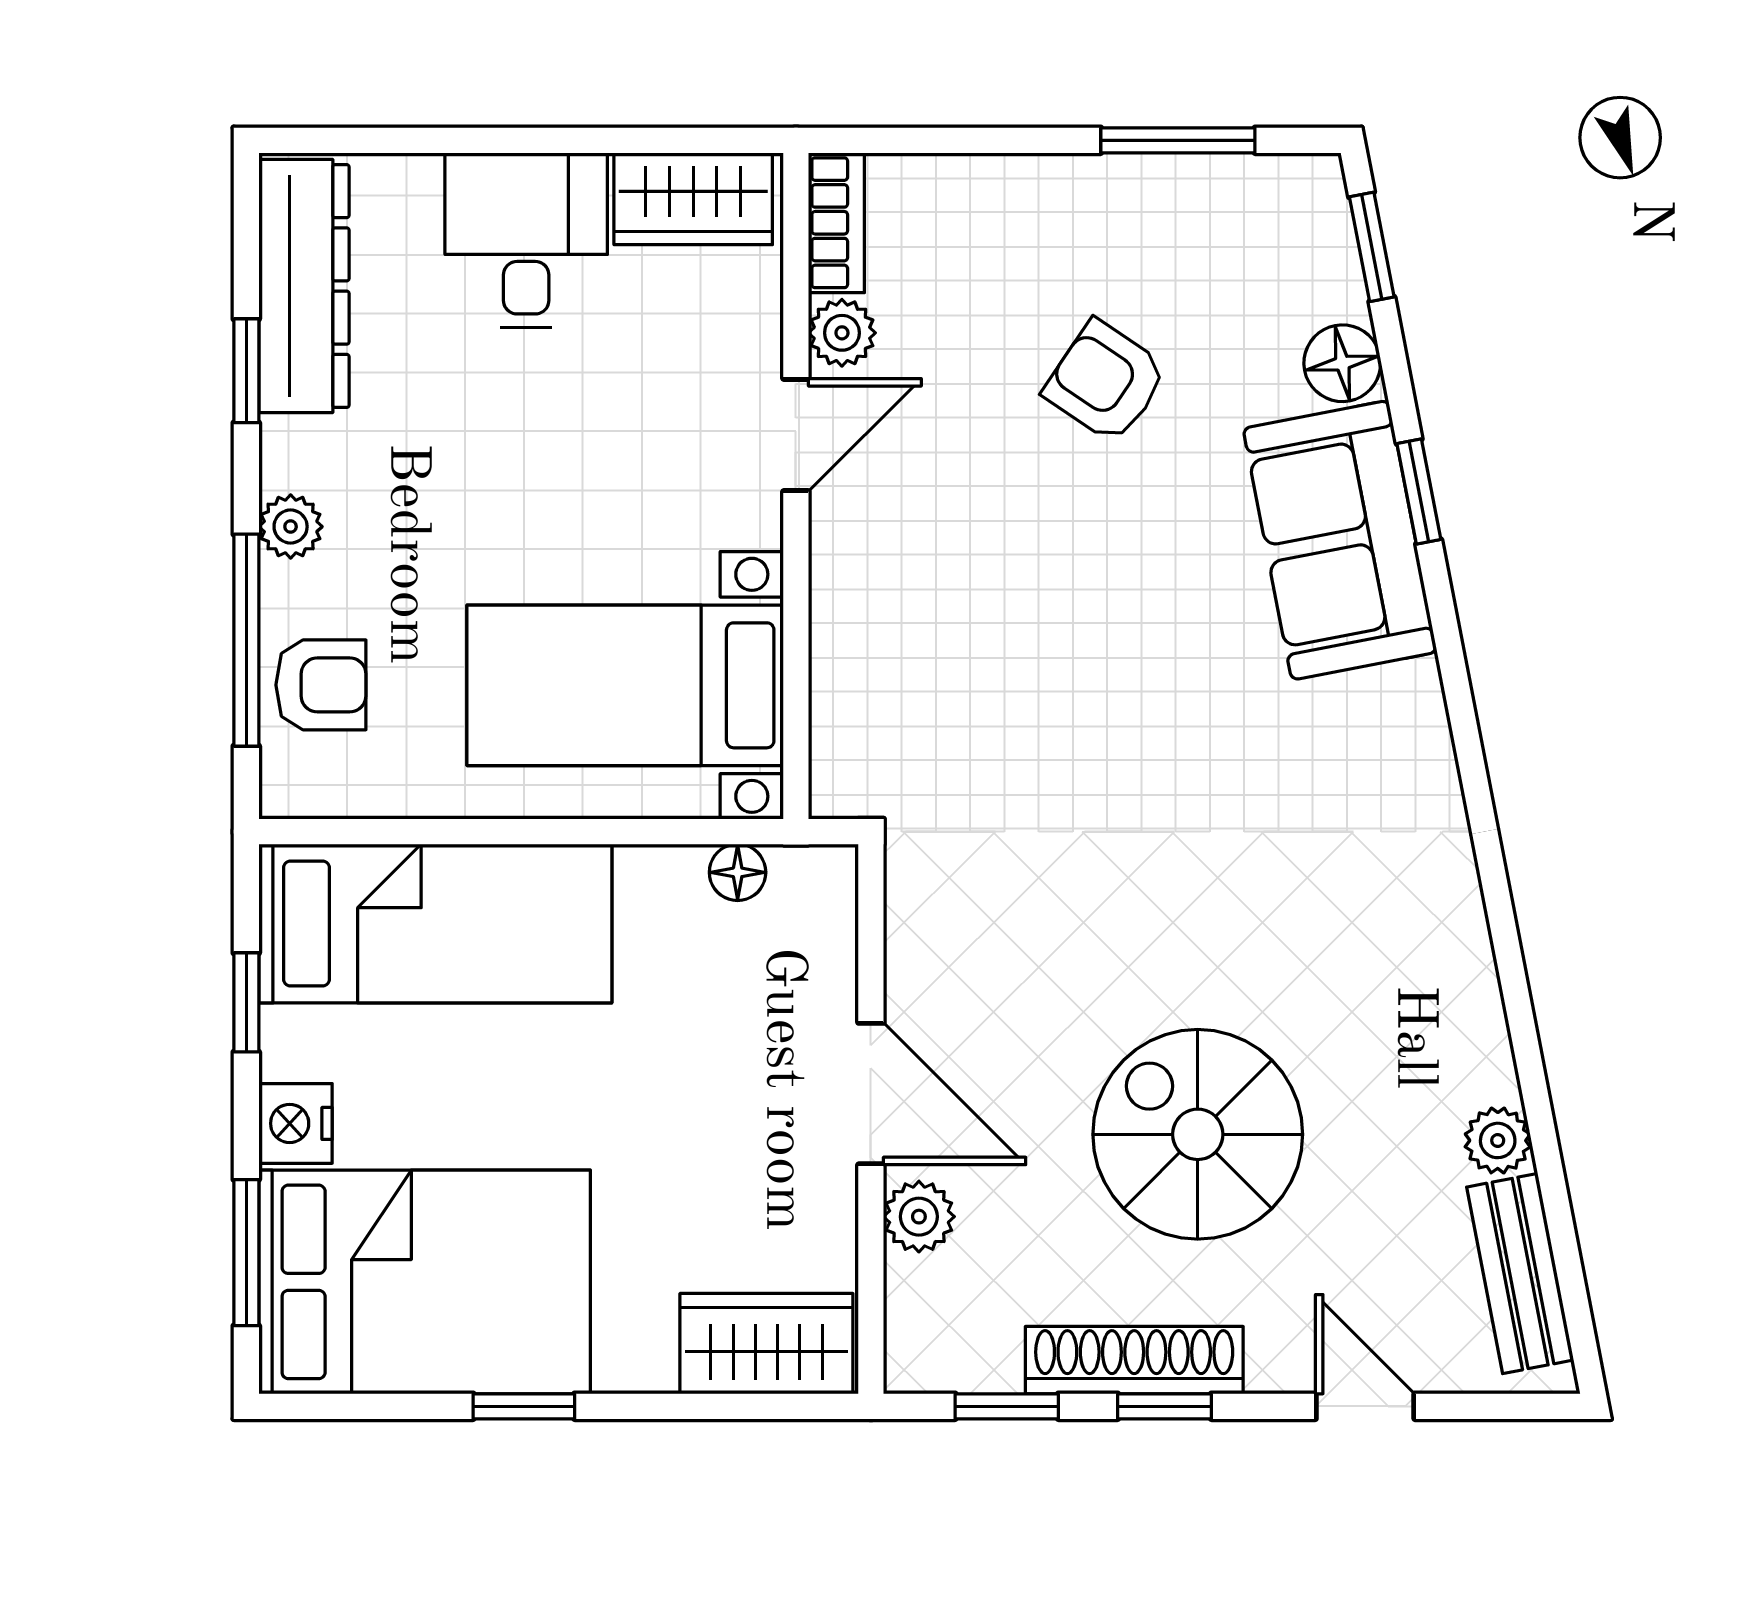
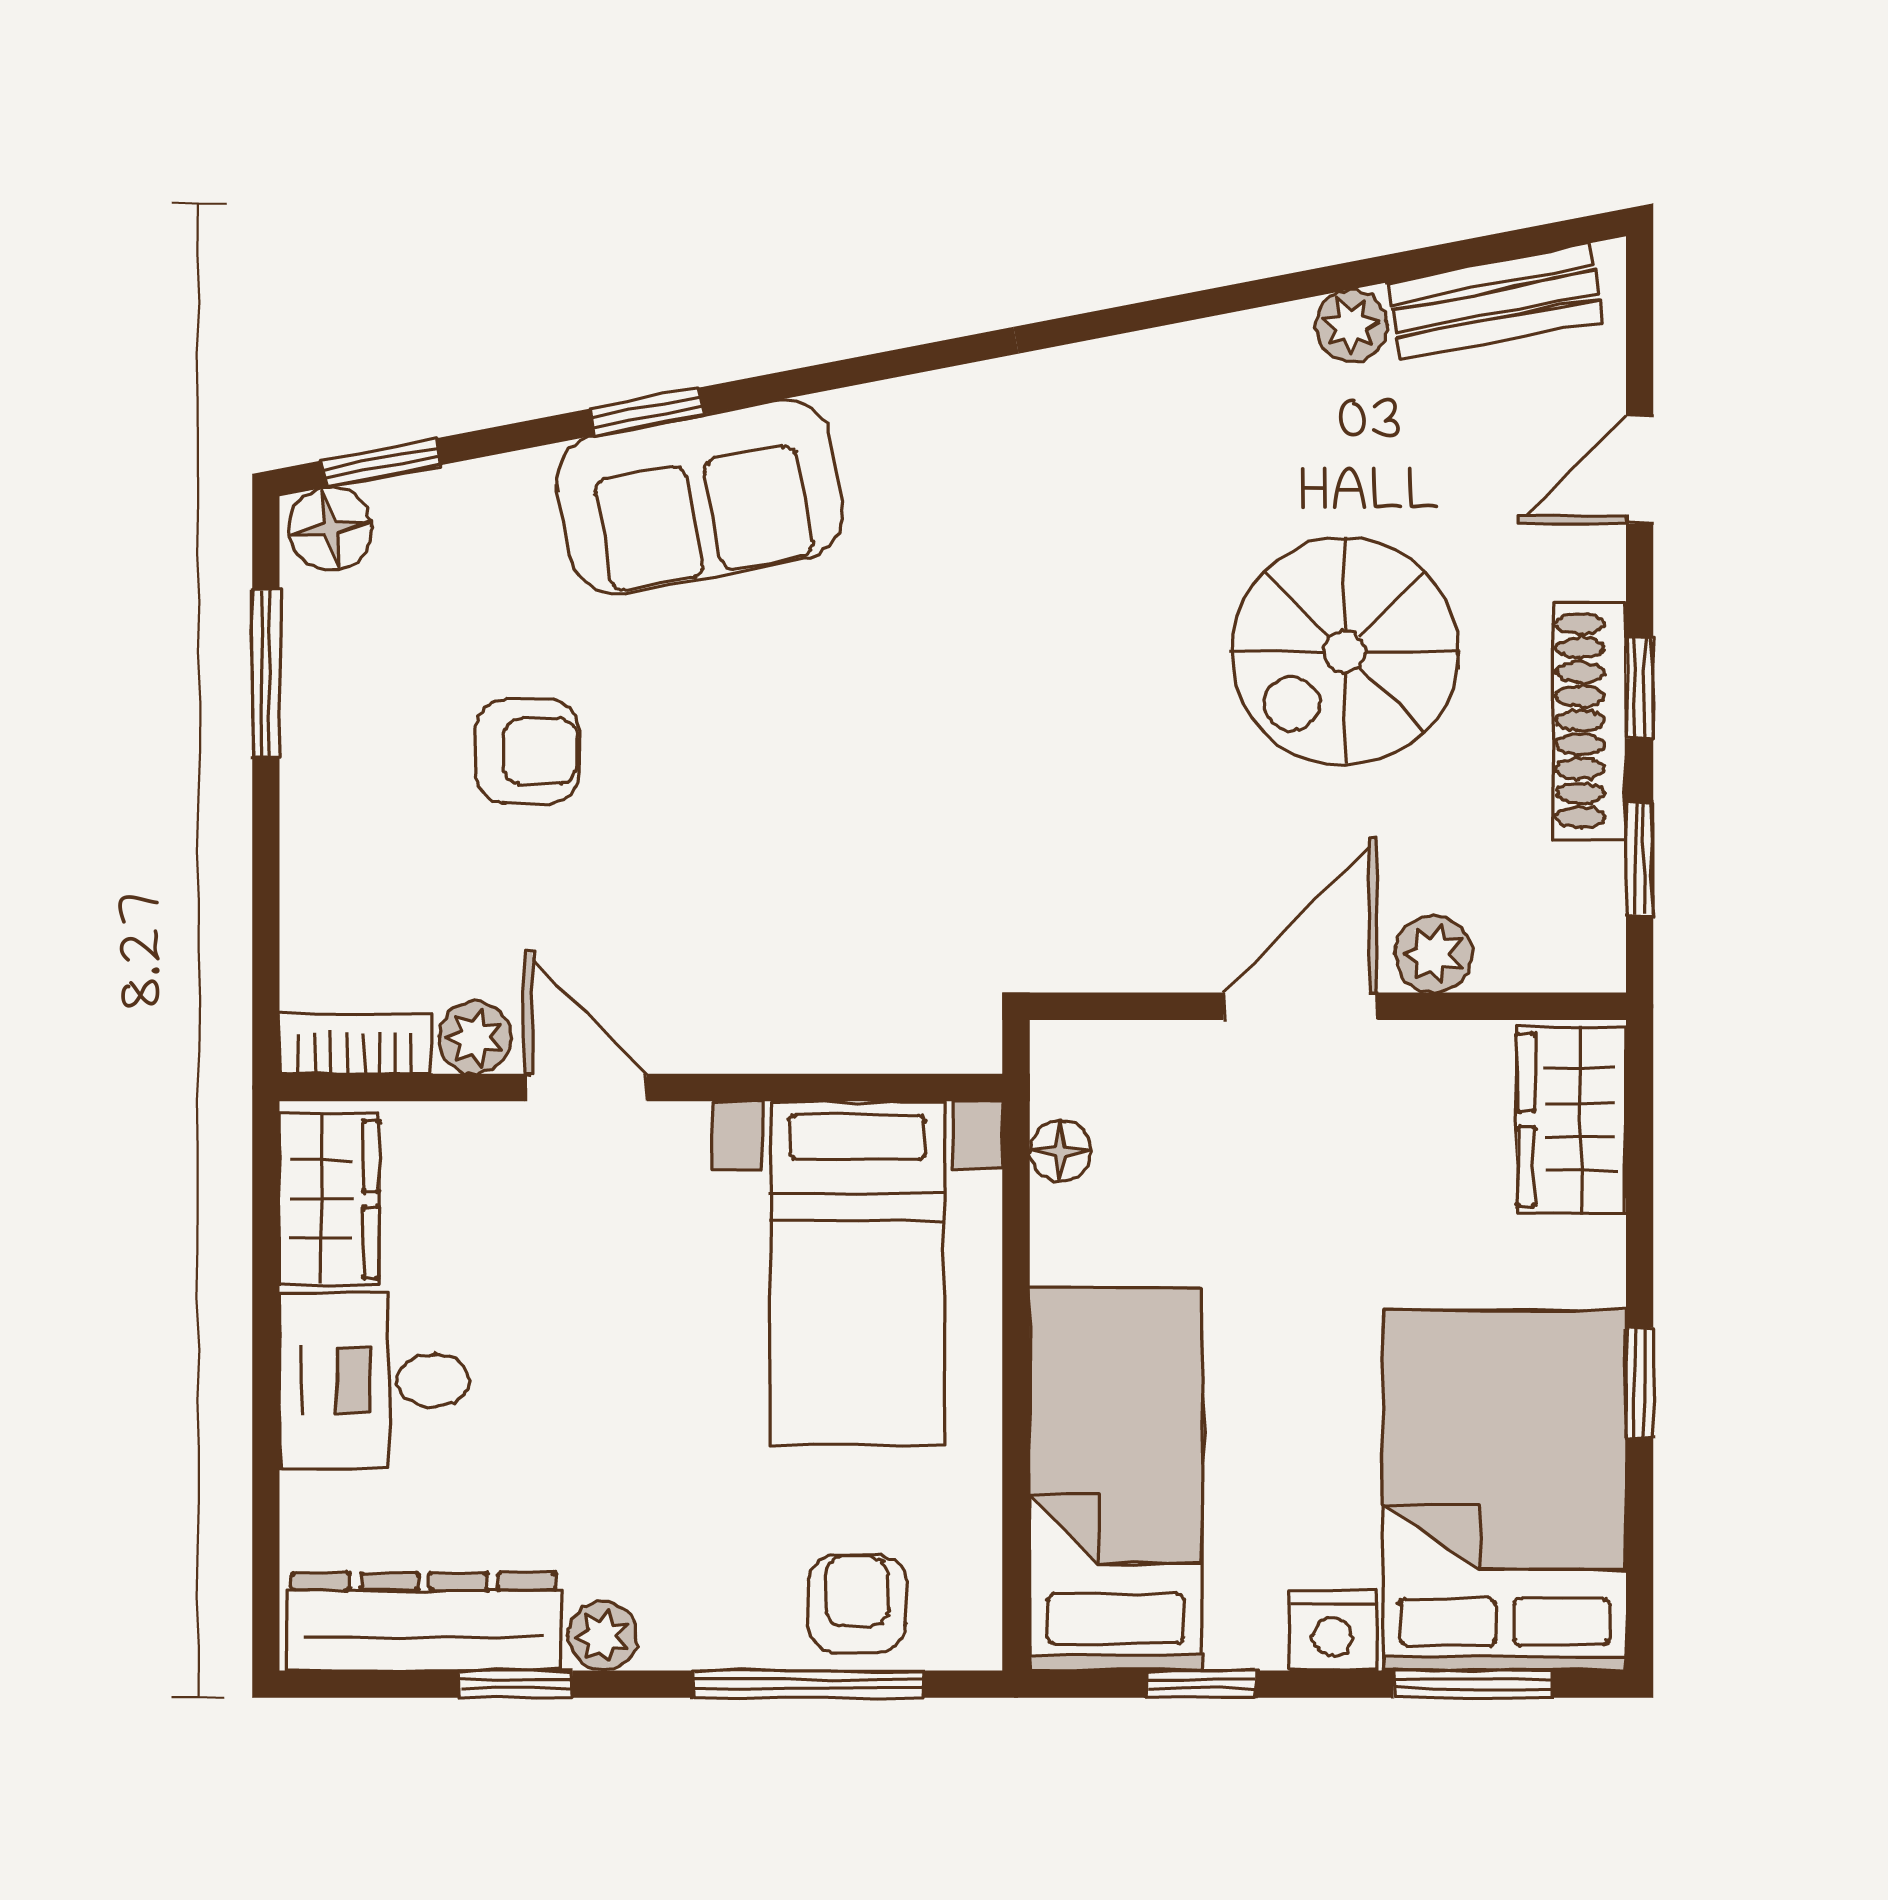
floor lamp: (1342, 363) -> (330, 529), moved
armchair: (1106, 381) -> (528, 751), turned -124
plant: (291, 527) -> (603, 1636), moved

